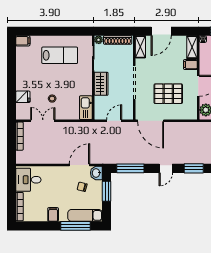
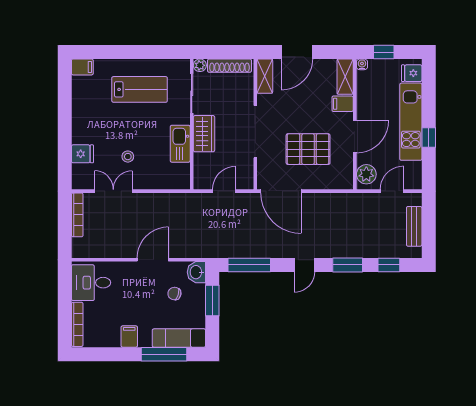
kitchen sink: (86, 108) -> (180, 144), moved
door: (79, 165) -> (153, 260), moved

